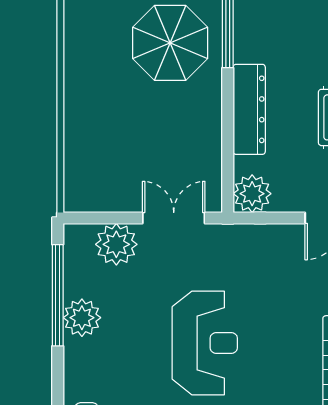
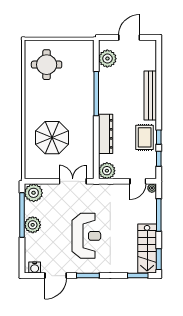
parasol: (170, 43) -> (52, 138), moved
plant: (116, 244) -> (34, 193), moved

